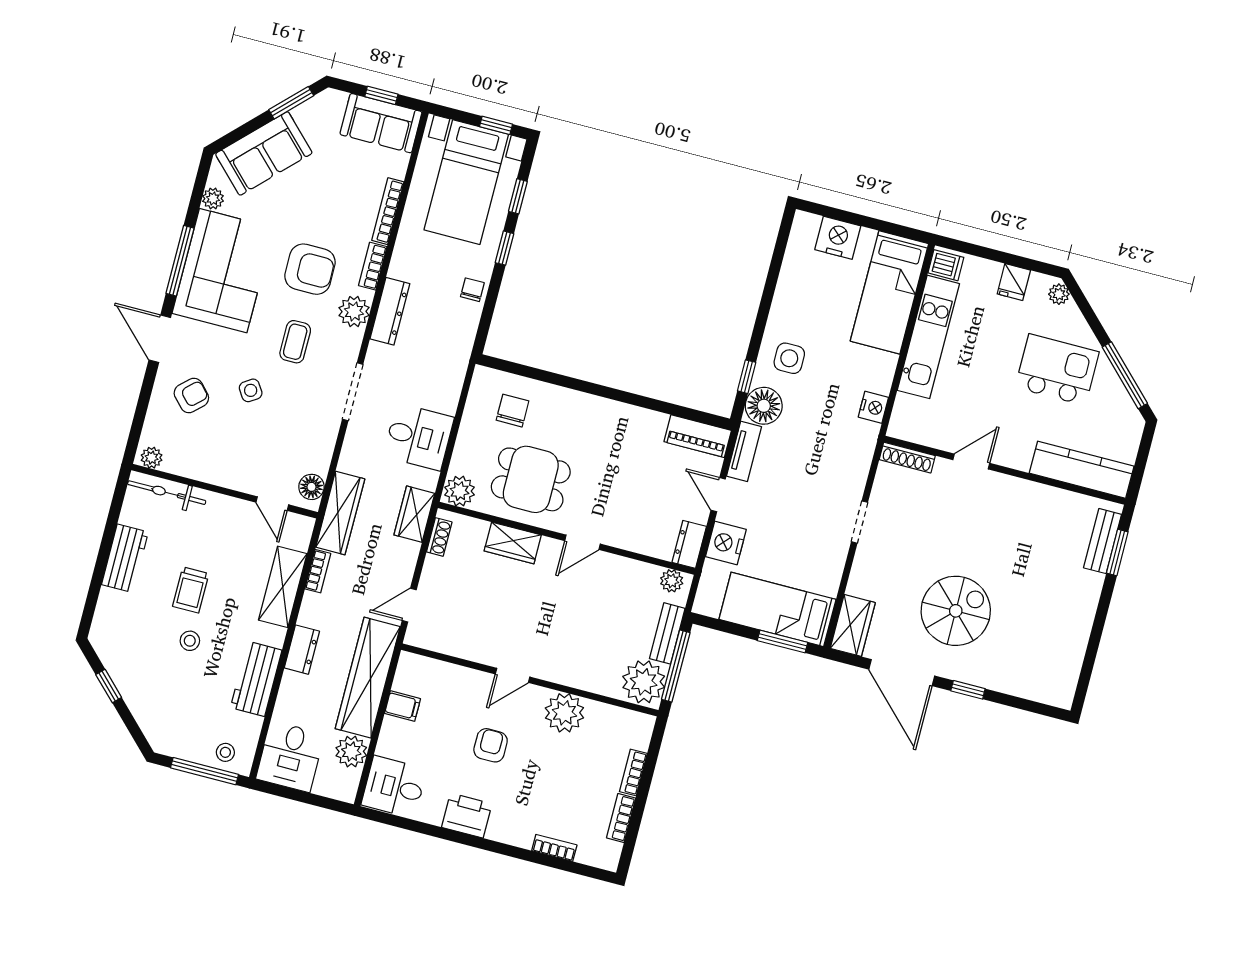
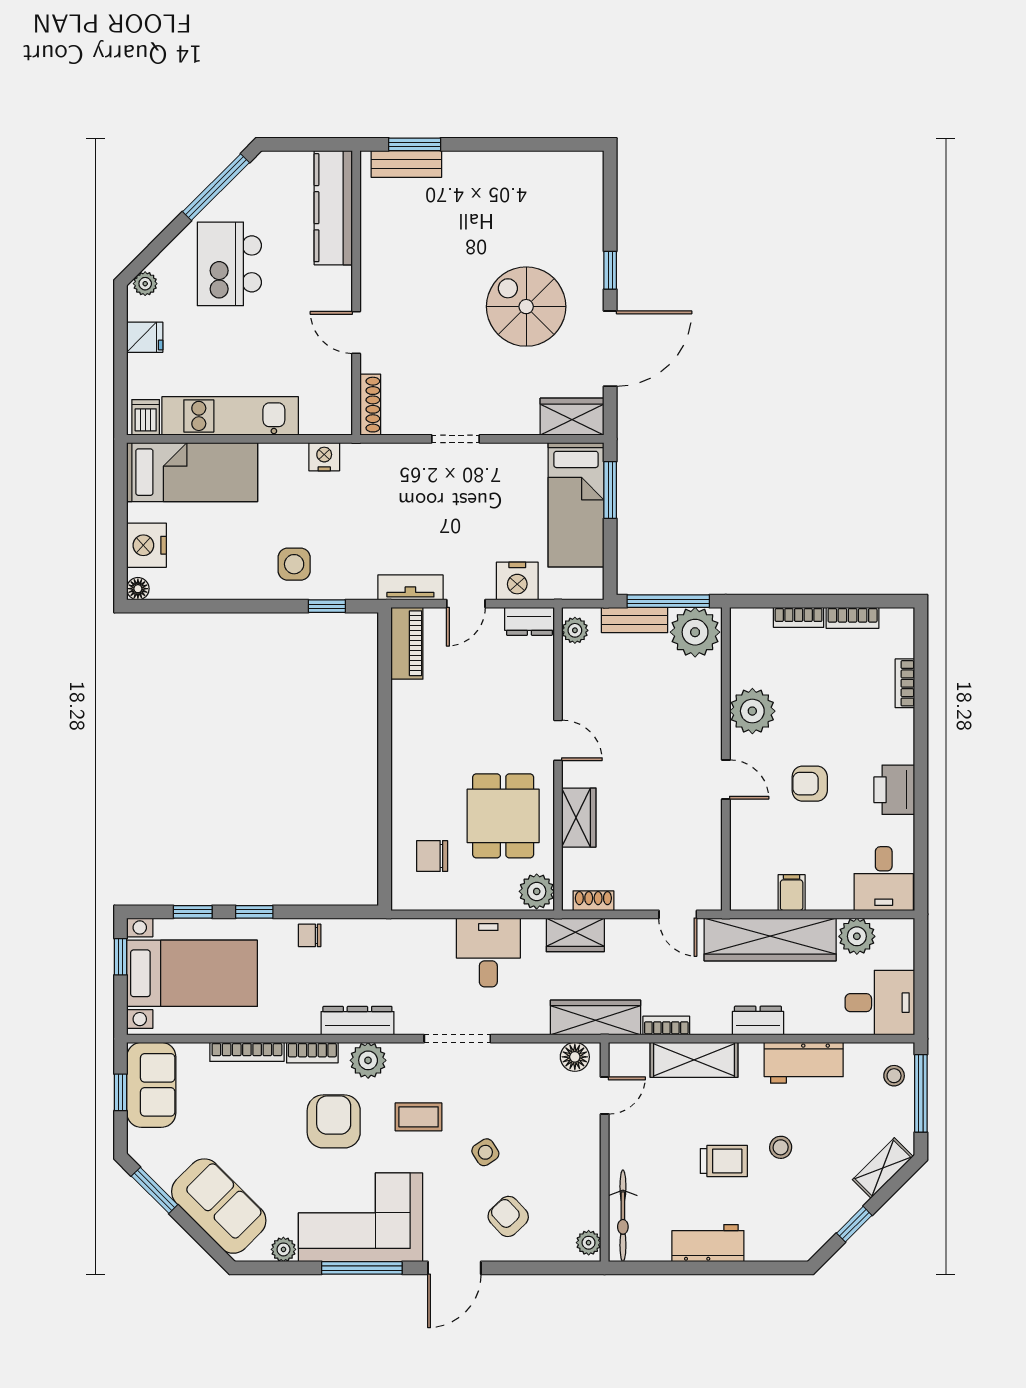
floor lamp: (764, 406) -> (138, 589), moved, width x0.53, depth x0.53
shelving: (150, 723) -> (883, 1168), added

